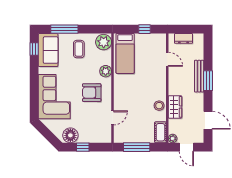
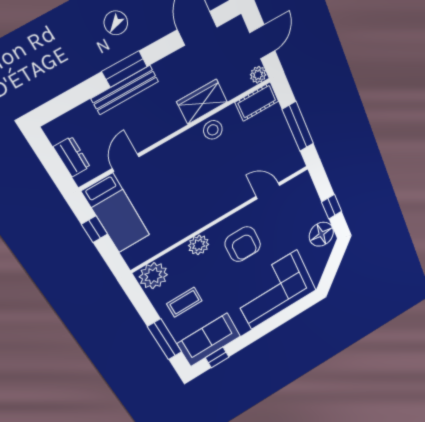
bed: (125, 53) -> (116, 213), moved, turned 90

